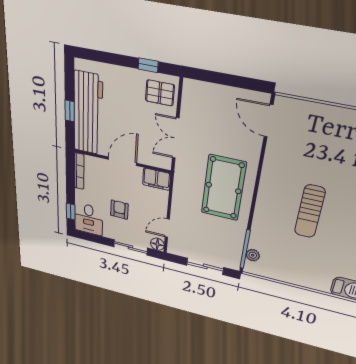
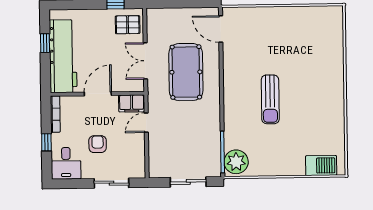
window: (70, 111) -> (45, 43), moved
pool table: (223, 188) -> (186, 72), moved
window: (71, 212) -> (46, 142), moved
door: (167, 228) -> (146, 123), moved
floor lamp: (157, 244) -> (139, 171), removed
plant: (253, 255) -> (236, 162), width x1.88, depth x1.88

